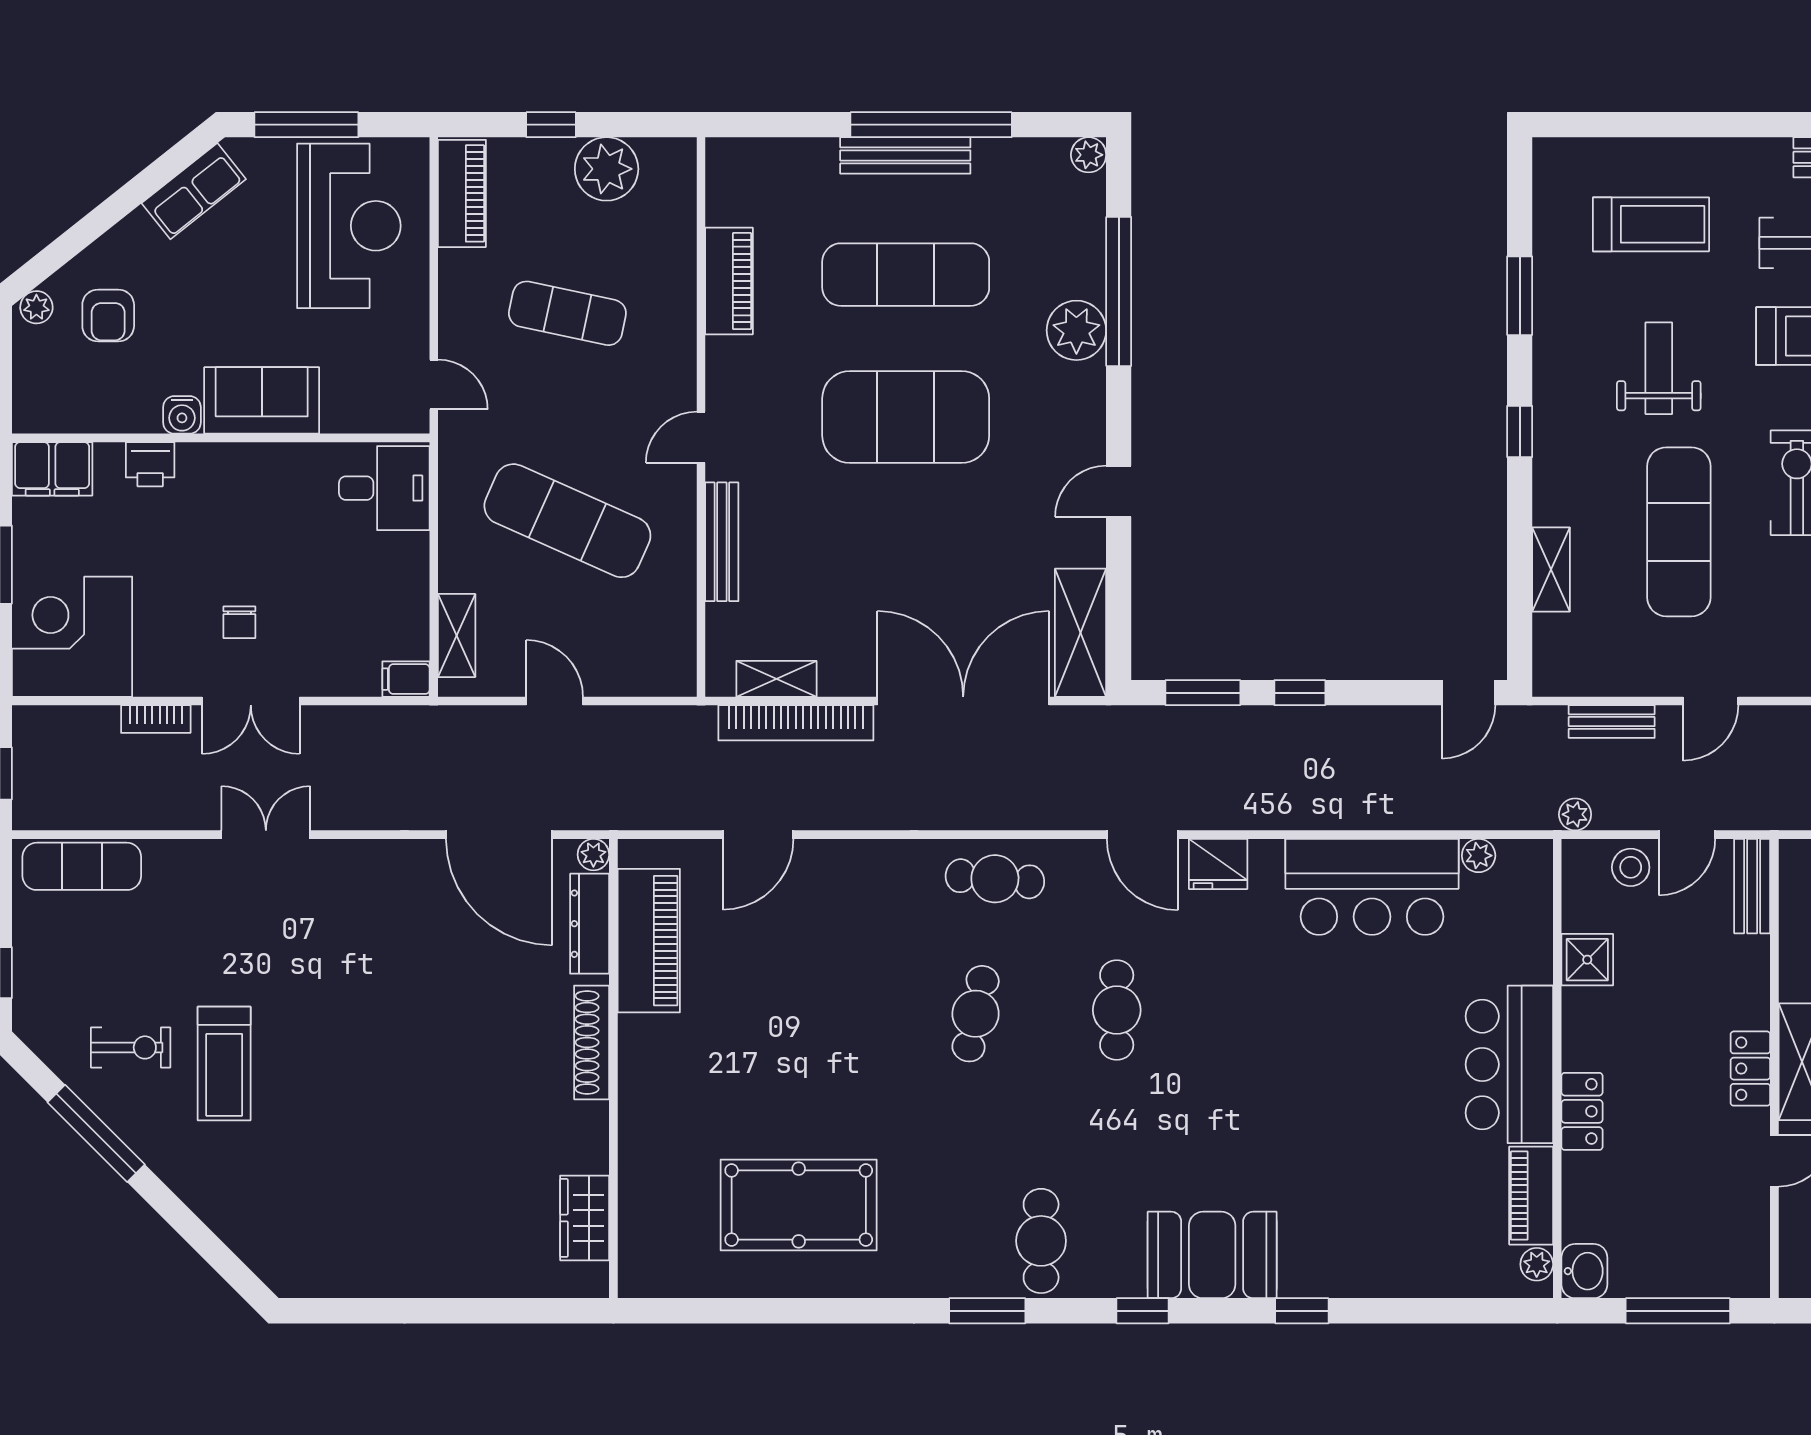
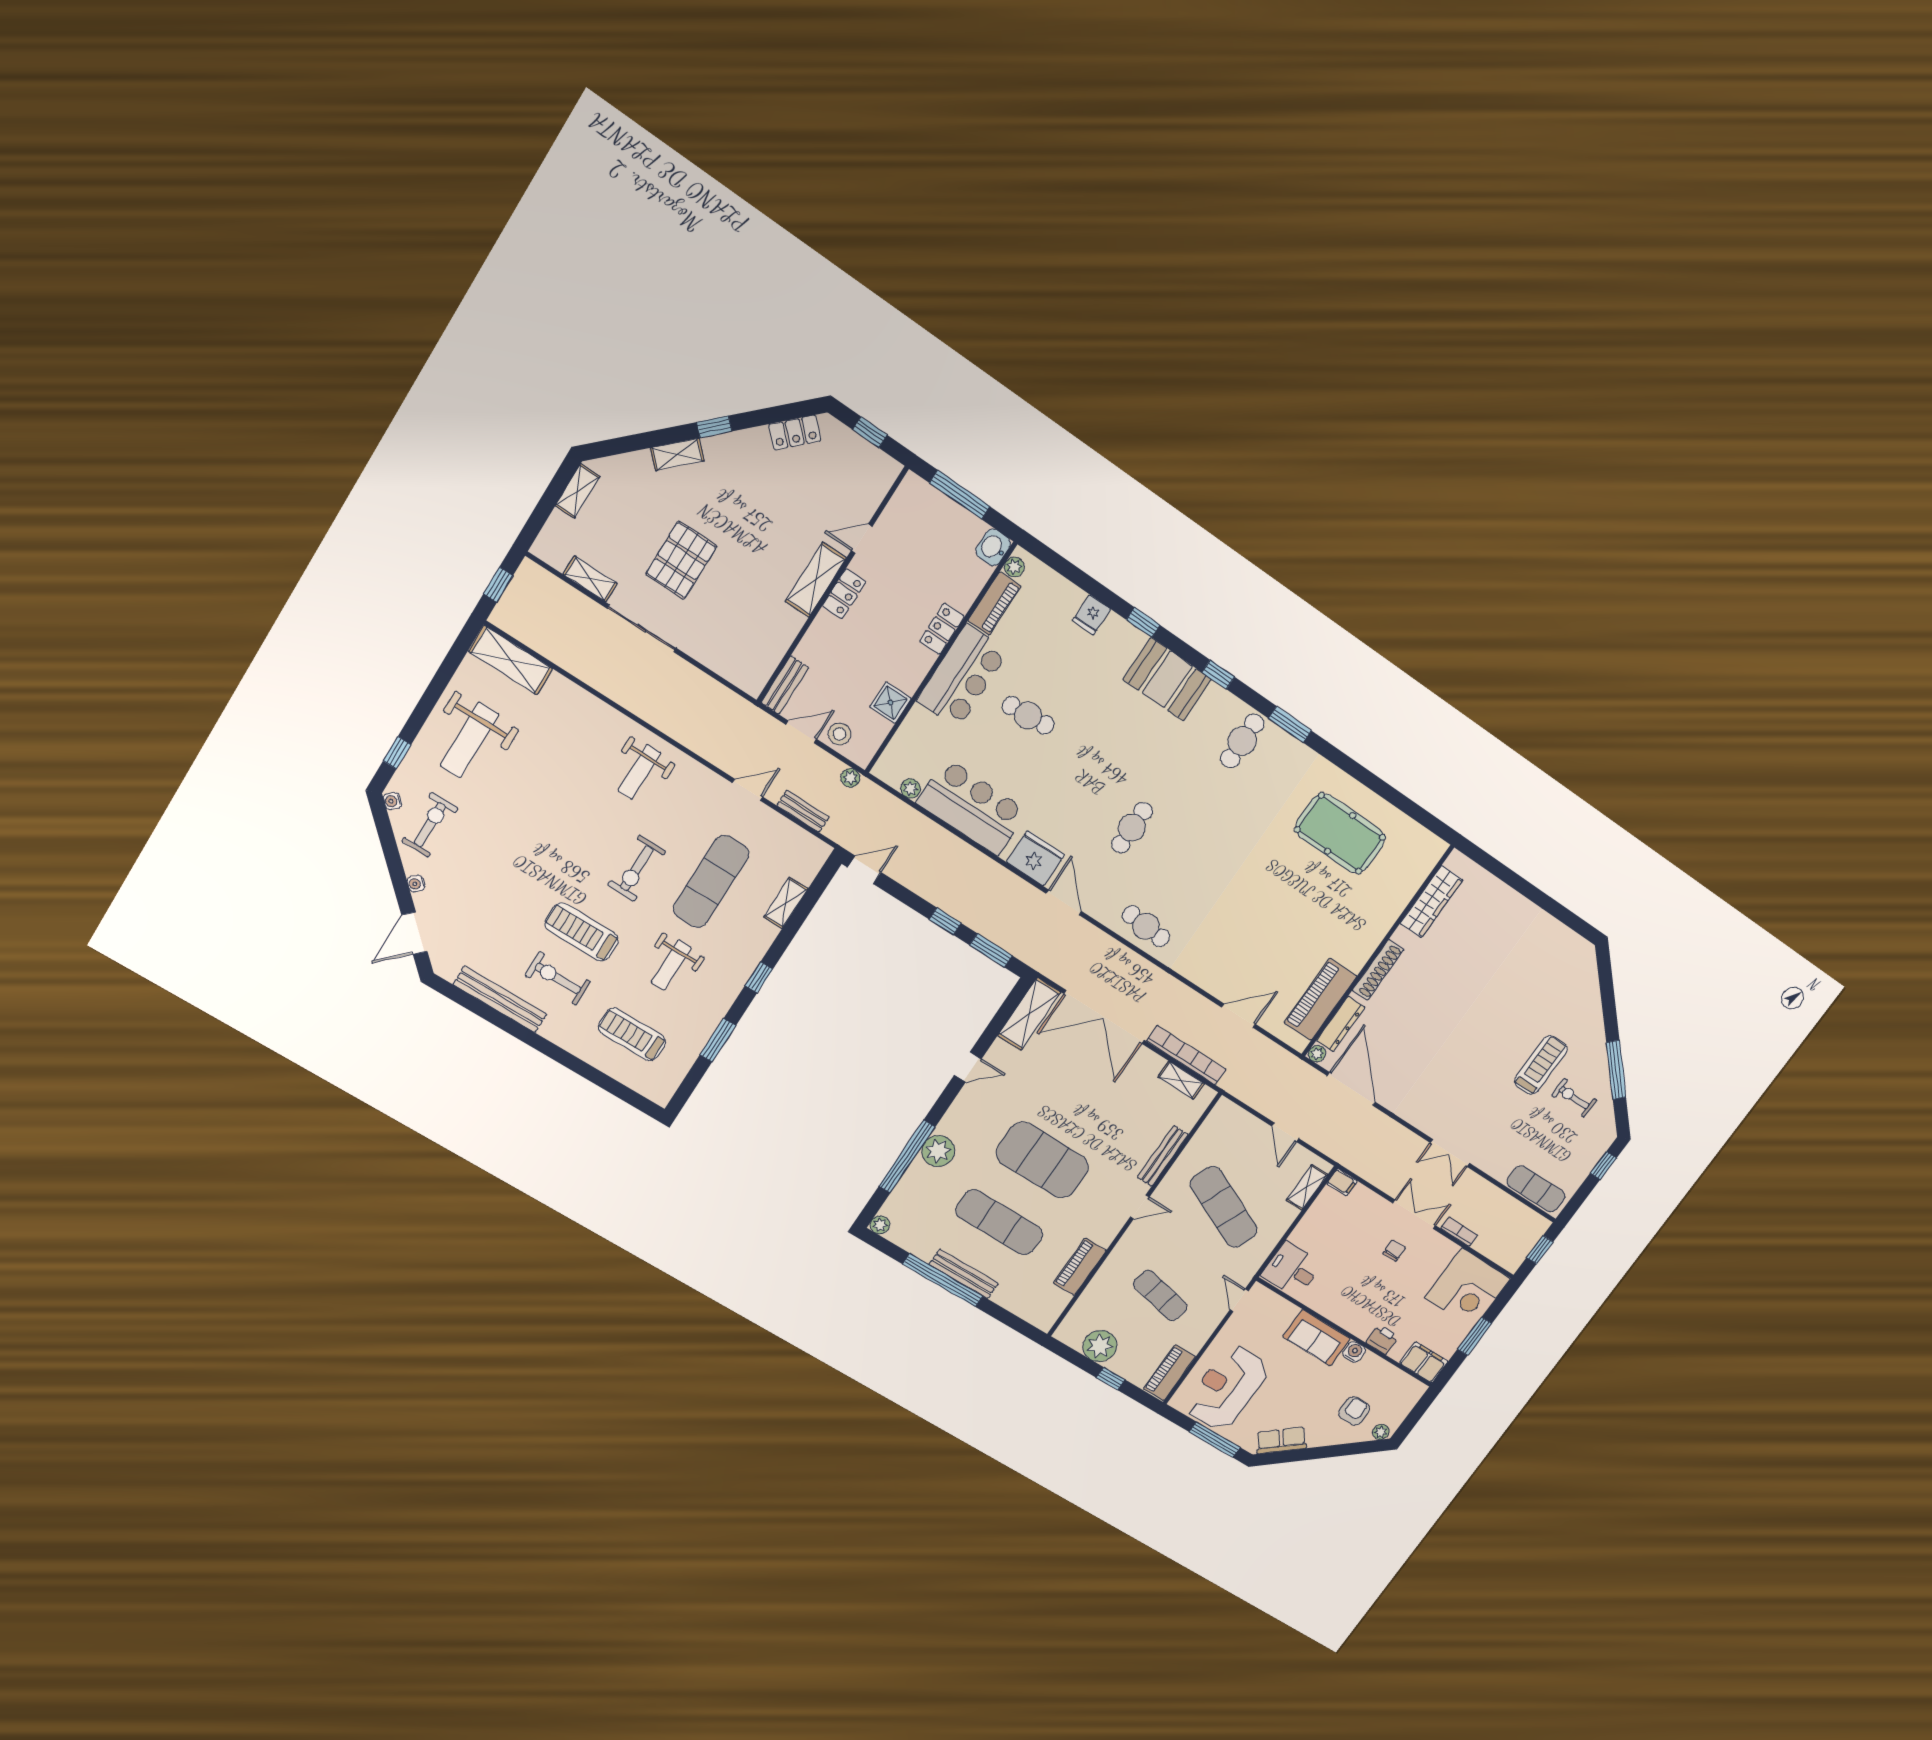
fridge: (1218, 864) -> (1036, 858), width x1.36, depth x1.34
cafe table: (976, 1014) -> (1028, 715), moved, turned 74
wardrobe: (585, 1218) -> (1431, 902), width x1.50
fridge: (1383, 1272) -> (1092, 615), added

